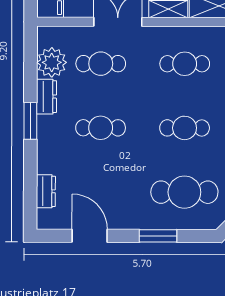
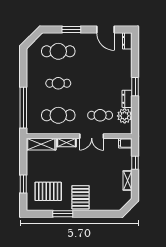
cafe table: (185, 64) -> (58, 115), width x1.37, depth x1.35
cafe table: (101, 128) -> (100, 83), removed
dresser: (46, 191) -> (127, 41), moved

